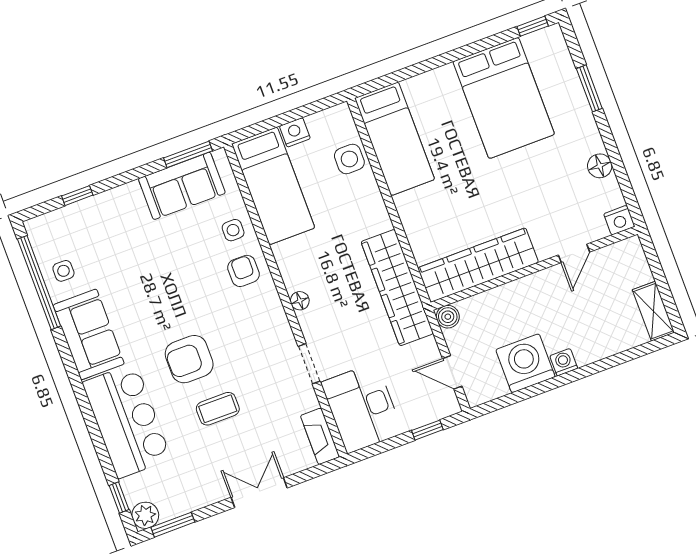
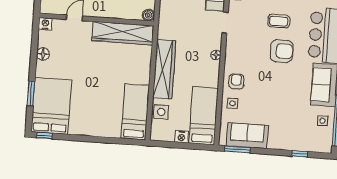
bed: (504, 98) -> (51, 106), moved
armchair: (243, 271) -> (236, 81), turned 180
wardrobe: (397, 288) -> (164, 69), moved

